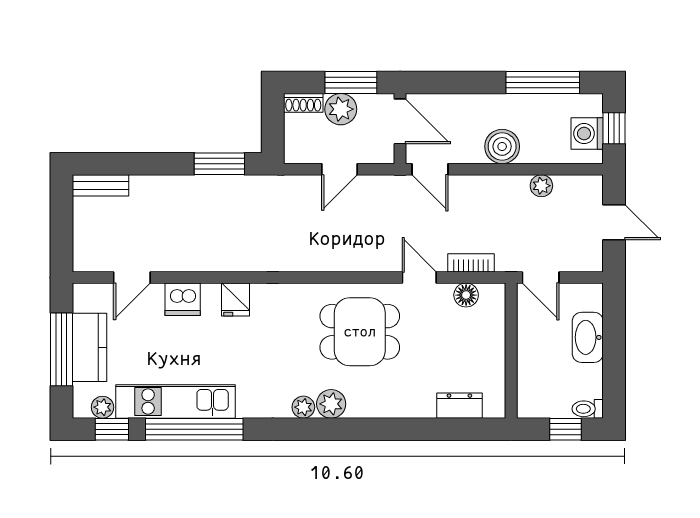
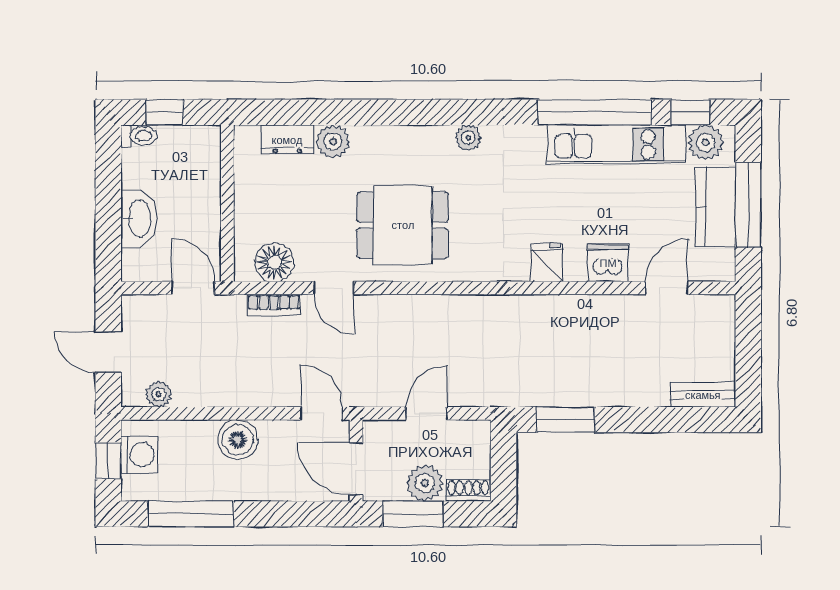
plant: (541, 186) -> (159, 394), moved
floor lamp: (466, 295) -> (274, 262), width x1.38, depth x1.38
plant: (331, 404) -> (333, 142), moved
plant: (103, 407) -> (706, 142), width x1.38, depth x1.38

